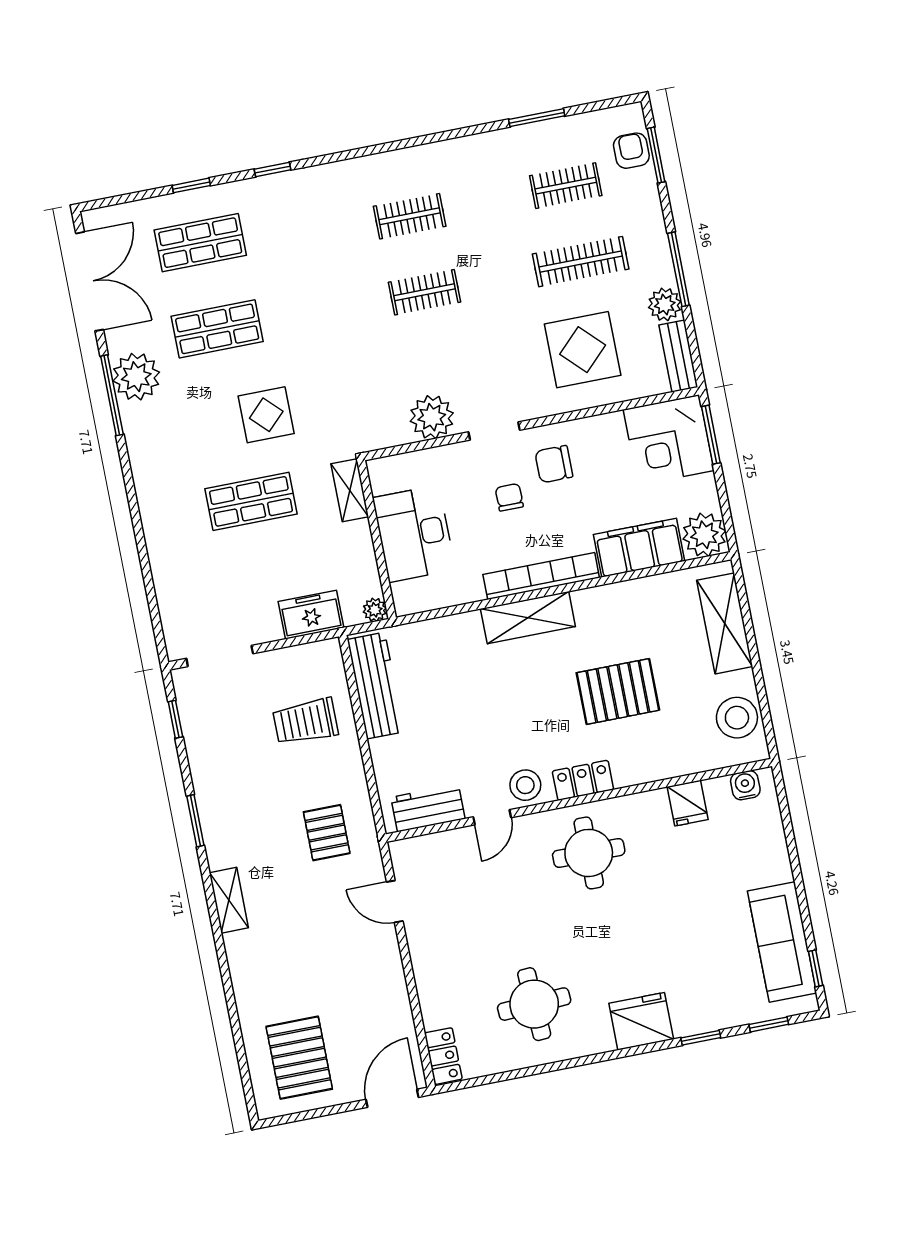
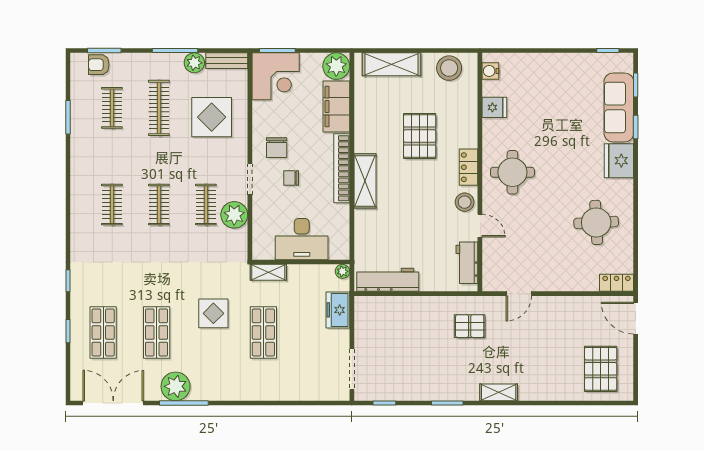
clothes rail: (439, 368) -> (206, 205), added
trolley: (305, 721) -> (401, 326), removed
sofa: (782, 942) -> (619, 107), moved, turned 90
pallet: (299, 1058) -> (601, 369), turned 90

